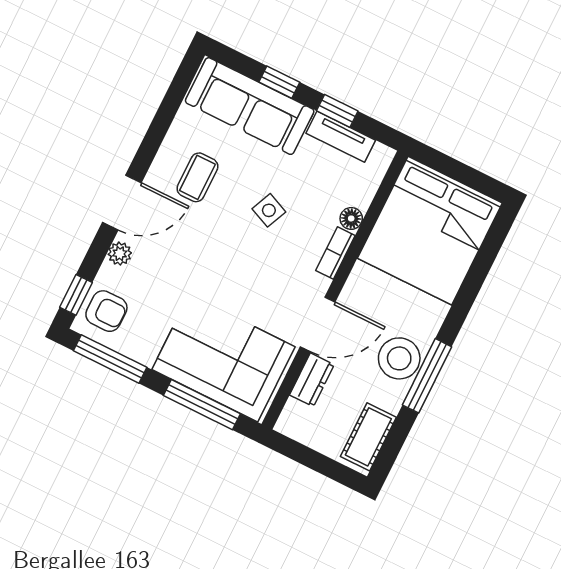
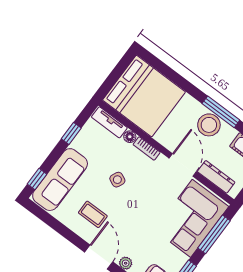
window: (279, 82) -> (37, 179), moved
tv unit: (341, 137) -> (109, 122), moved, turned 90
dresser: (312, 380) -> (216, 177), width x1.44

